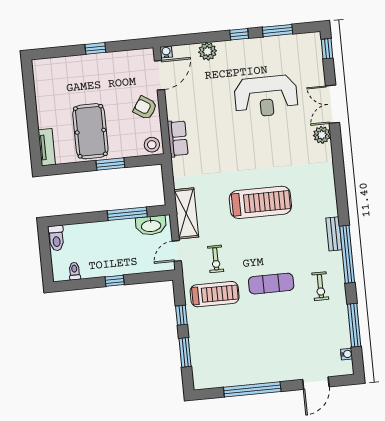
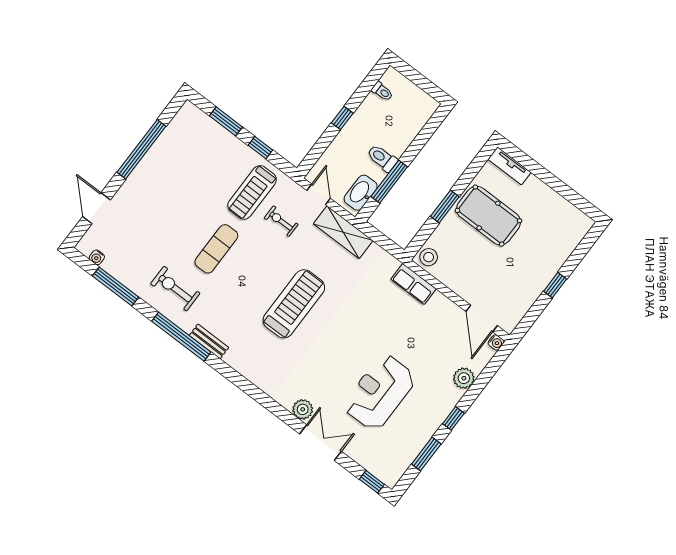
armchair: (145, 108) -> (465, 281), removed
treadmill: (260, 202) -> (294, 304), turned 180
toilet: (56, 238) -> (382, 158), moved
exercise bike: (320, 286) -> (175, 289), width x1.38, depth x1.39

